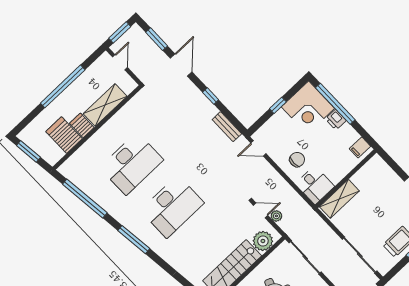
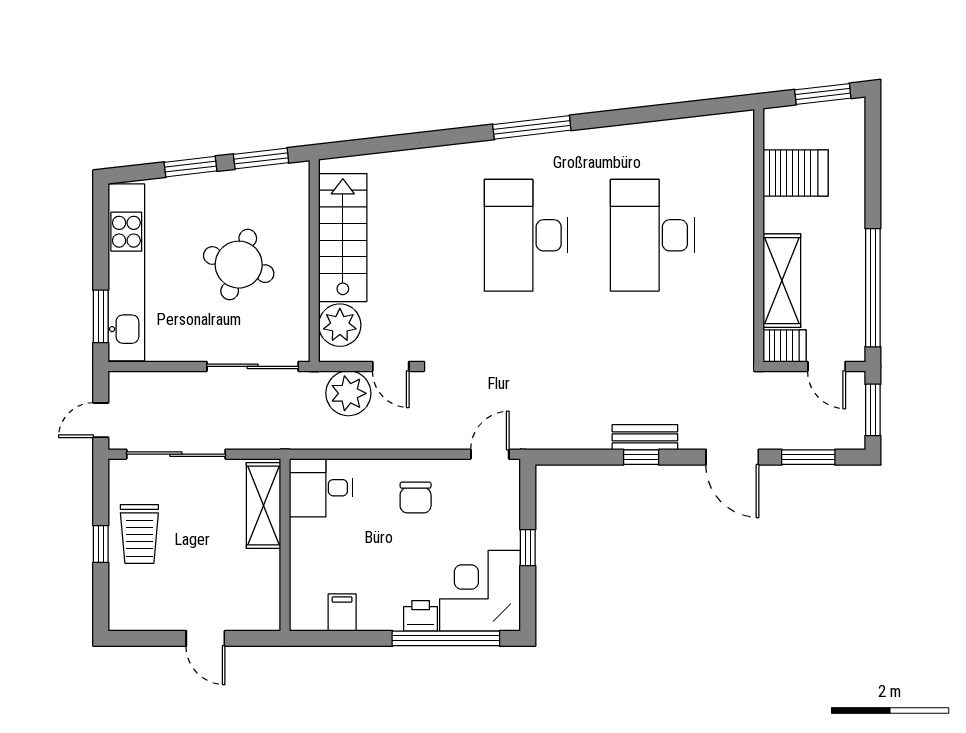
window: (63, 86) -> (873, 288), moved
server rack: (82, 125) -> (785, 346), moved
bench: (227, 127) -> (645, 437), moved
wall: (346, 179) -> (285, 545), moved
desk: (315, 185) -> (321, 488), moved
window: (85, 199) -> (667, 112), removed
shelving: (339, 199) -> (263, 505), moved
door: (261, 210) -> (391, 366), hinge flipped
plant: (276, 216) -> (348, 393), width x1.87, depth x1.87

